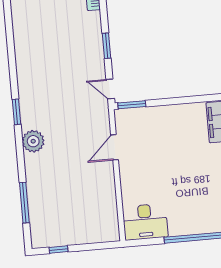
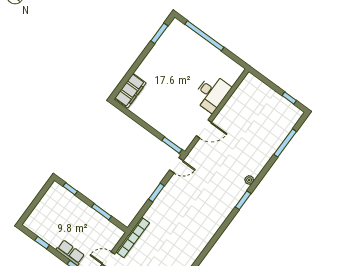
door: (110, 89) -> (176, 165), hinge flipped
plant: (33, 141) -> (249, 180), width x0.53, depth x0.53
desk: (145, 222) -> (212, 93), moved, turned 90

